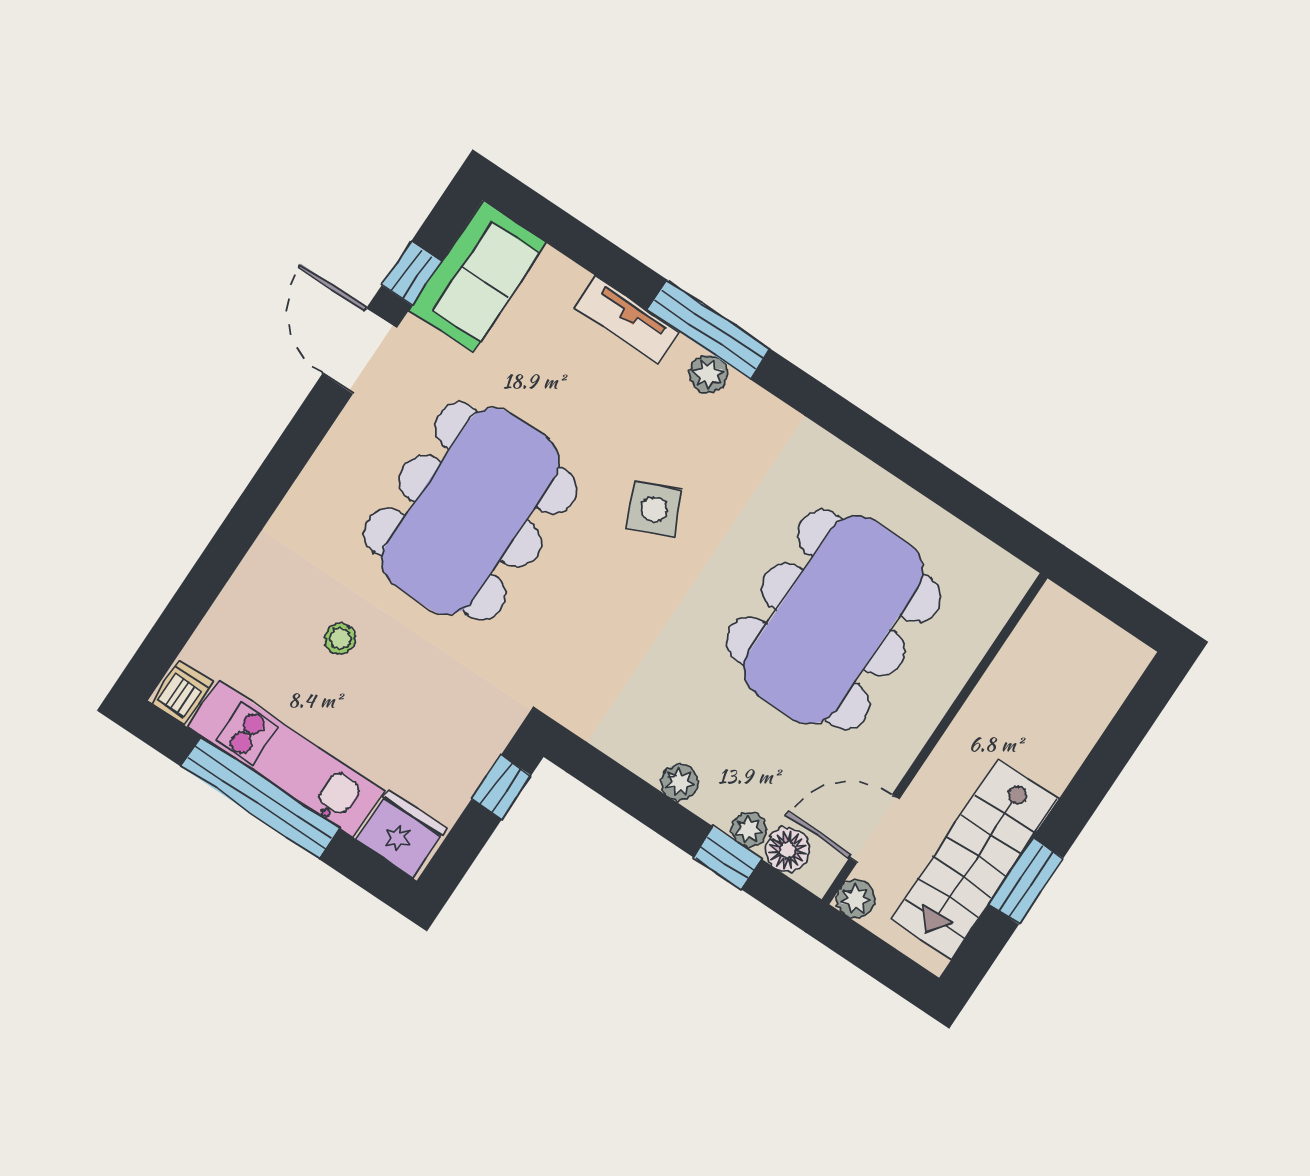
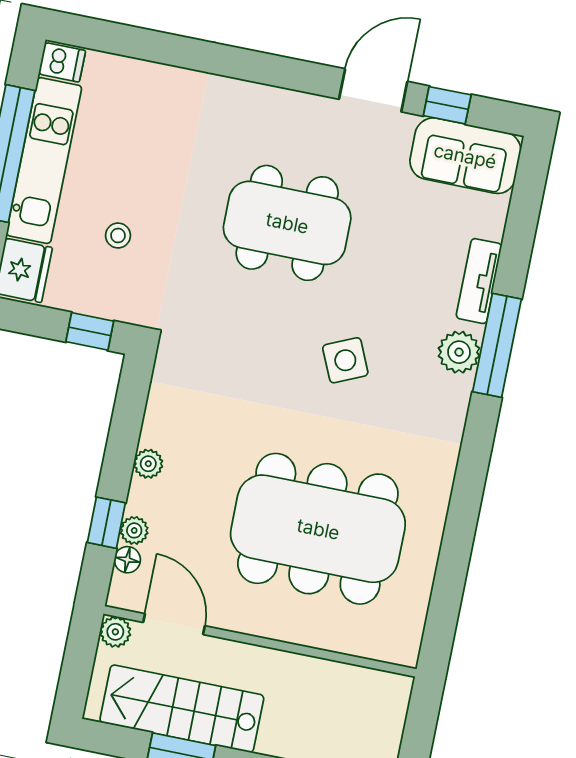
plant: (708, 374) -> (459, 352), width x1.38, depth x1.38
dining table: (470, 511) -> (287, 223), width x0.73, depth x0.80
stool: (340, 639) -> (118, 235), moved
floor lamp: (788, 850) -> (127, 560), width x0.73, depth x0.73

